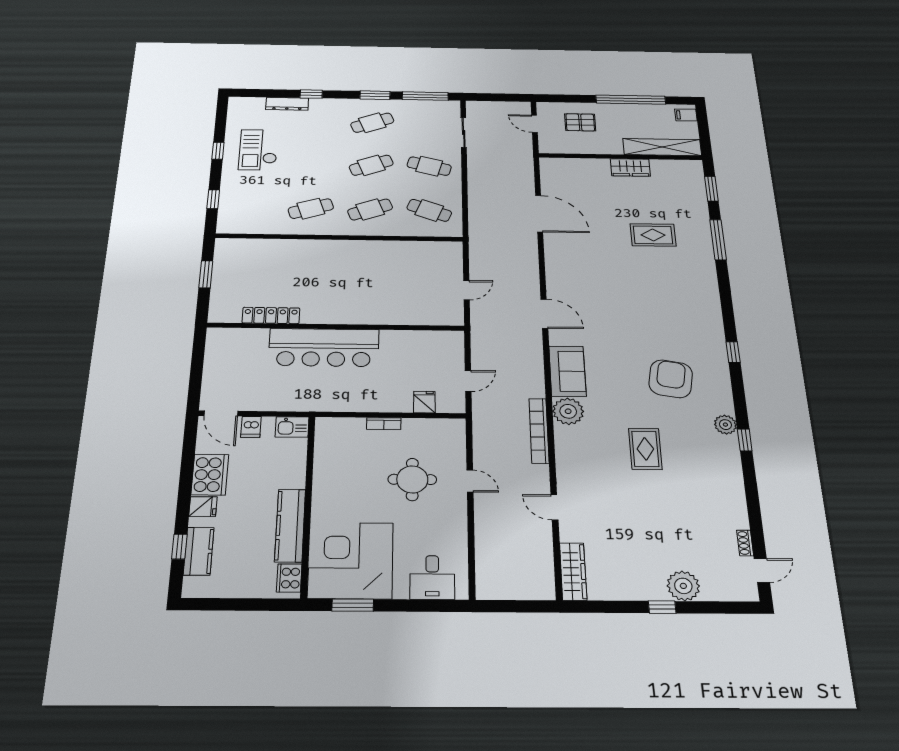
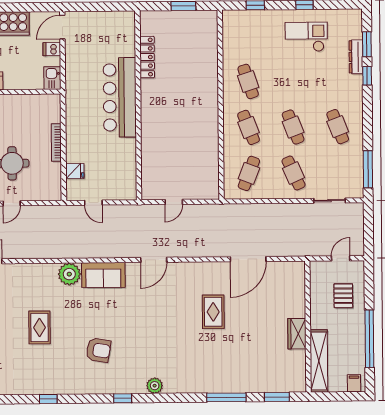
window: (375, 95) -> (367, 44), moved
cafe table: (429, 166) -> (293, 173), turned -39
rug: (653, 235) -> (213, 312), moved
door: (466, 290) -> (174, 202), hinge flipped
armchair: (671, 379) -> (98, 350), width x0.73, depth x0.73
bookcase: (384, 424) -> (56, 143), width x1.56
plant: (725, 425) -> (155, 386), moved
bookcase: (539, 431) -> (53, 253), removed
rug: (645, 449) -> (40, 327), turned 90

